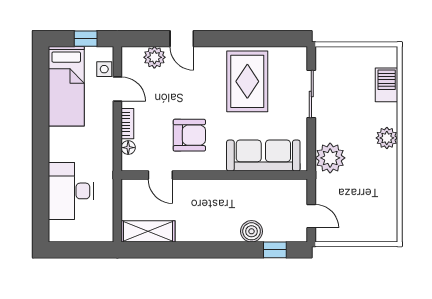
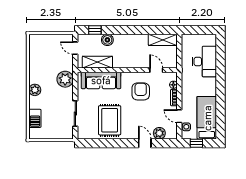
armchair: (189, 135) -> (141, 91), turned 90
shelving: (270, 190) -> (97, 62), added

